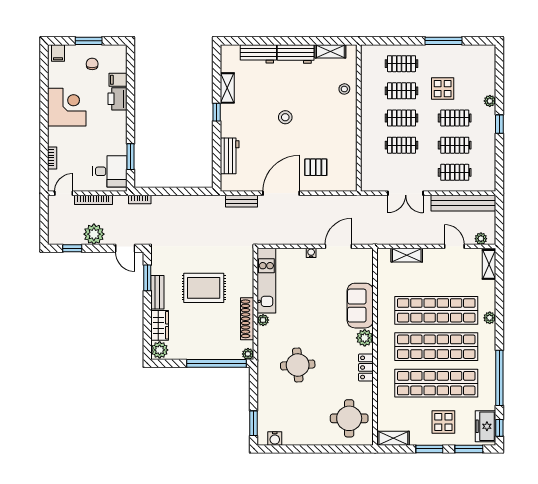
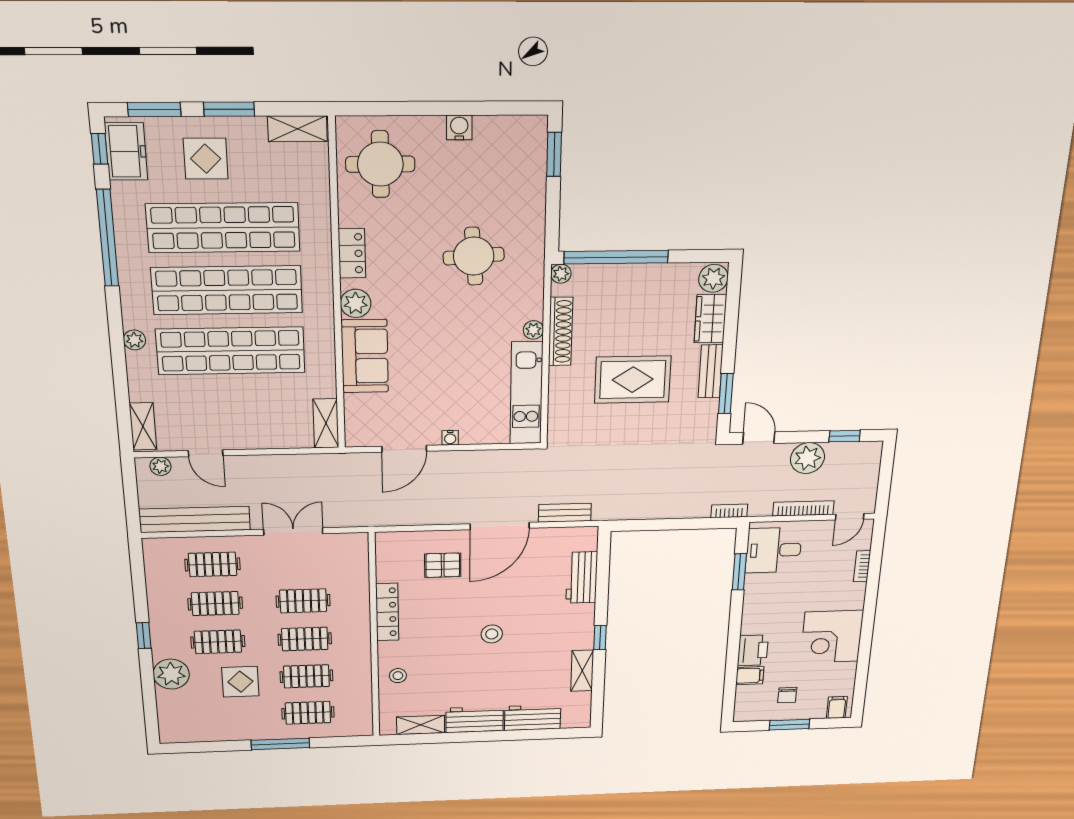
window: (443, 41) -> (280, 744), moved
plant: (490, 101) -> (171, 674), width x1.88, depth x1.88
locker: (350, 135) -> (387, 612), added
shelving: (407, 255) -> (326, 423), moved, turned 90
water cooler: (275, 438) -> (459, 127), moved

